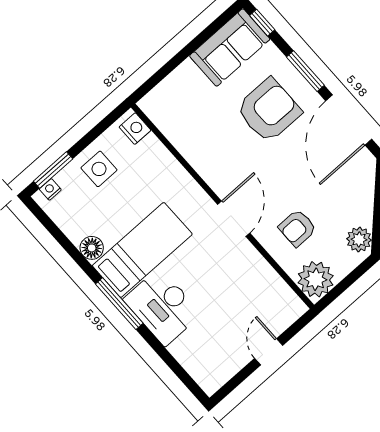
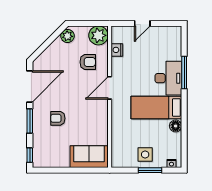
sofa: (230, 47) -> (89, 157), moved
armchair: (269, 110) -> (58, 118), width x0.53, depth x0.53
nightstand: (135, 129) -> (117, 50), moved
window: (53, 170) -> (150, 170), moved
window: (119, 304) -> (184, 73), moved

